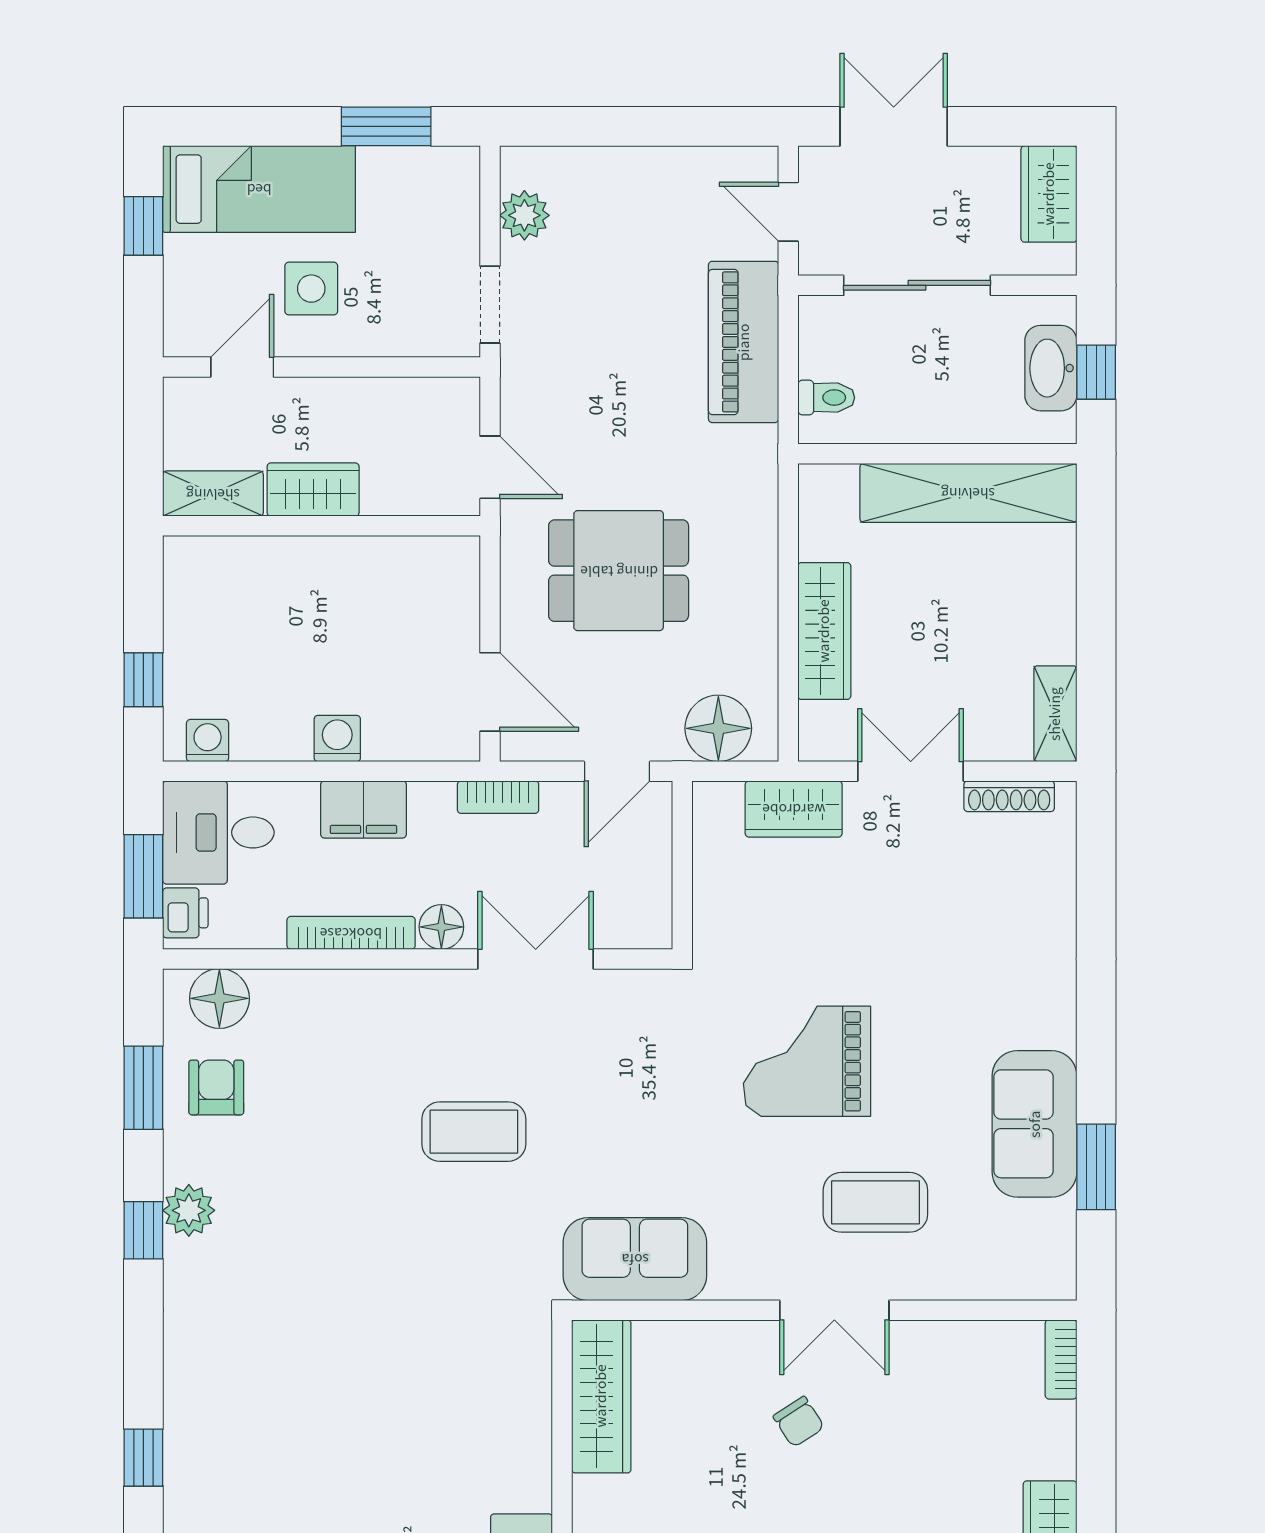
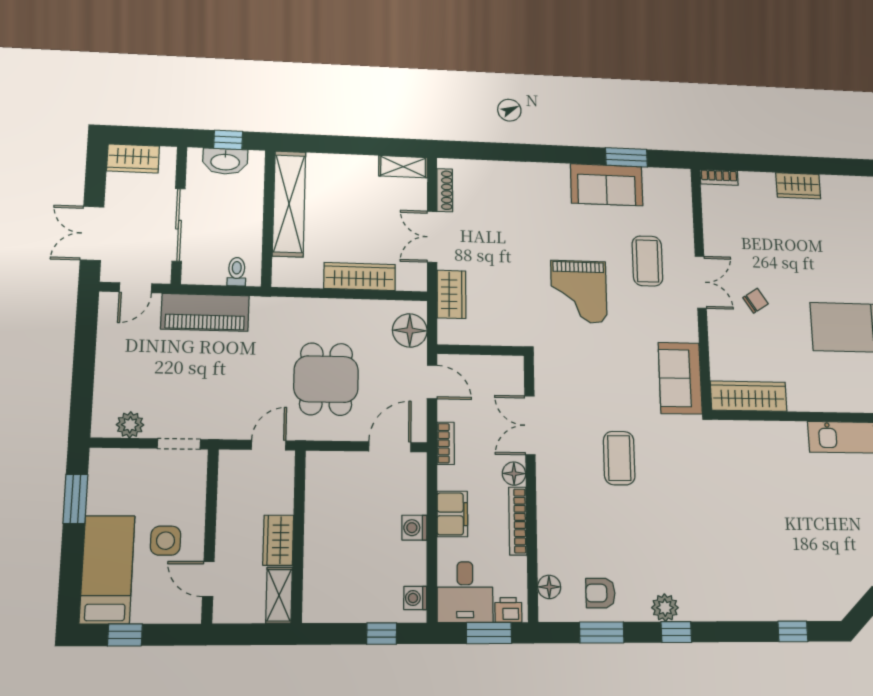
floor lamp: (219, 998) -> (549, 587), width x0.73, depth x0.73

